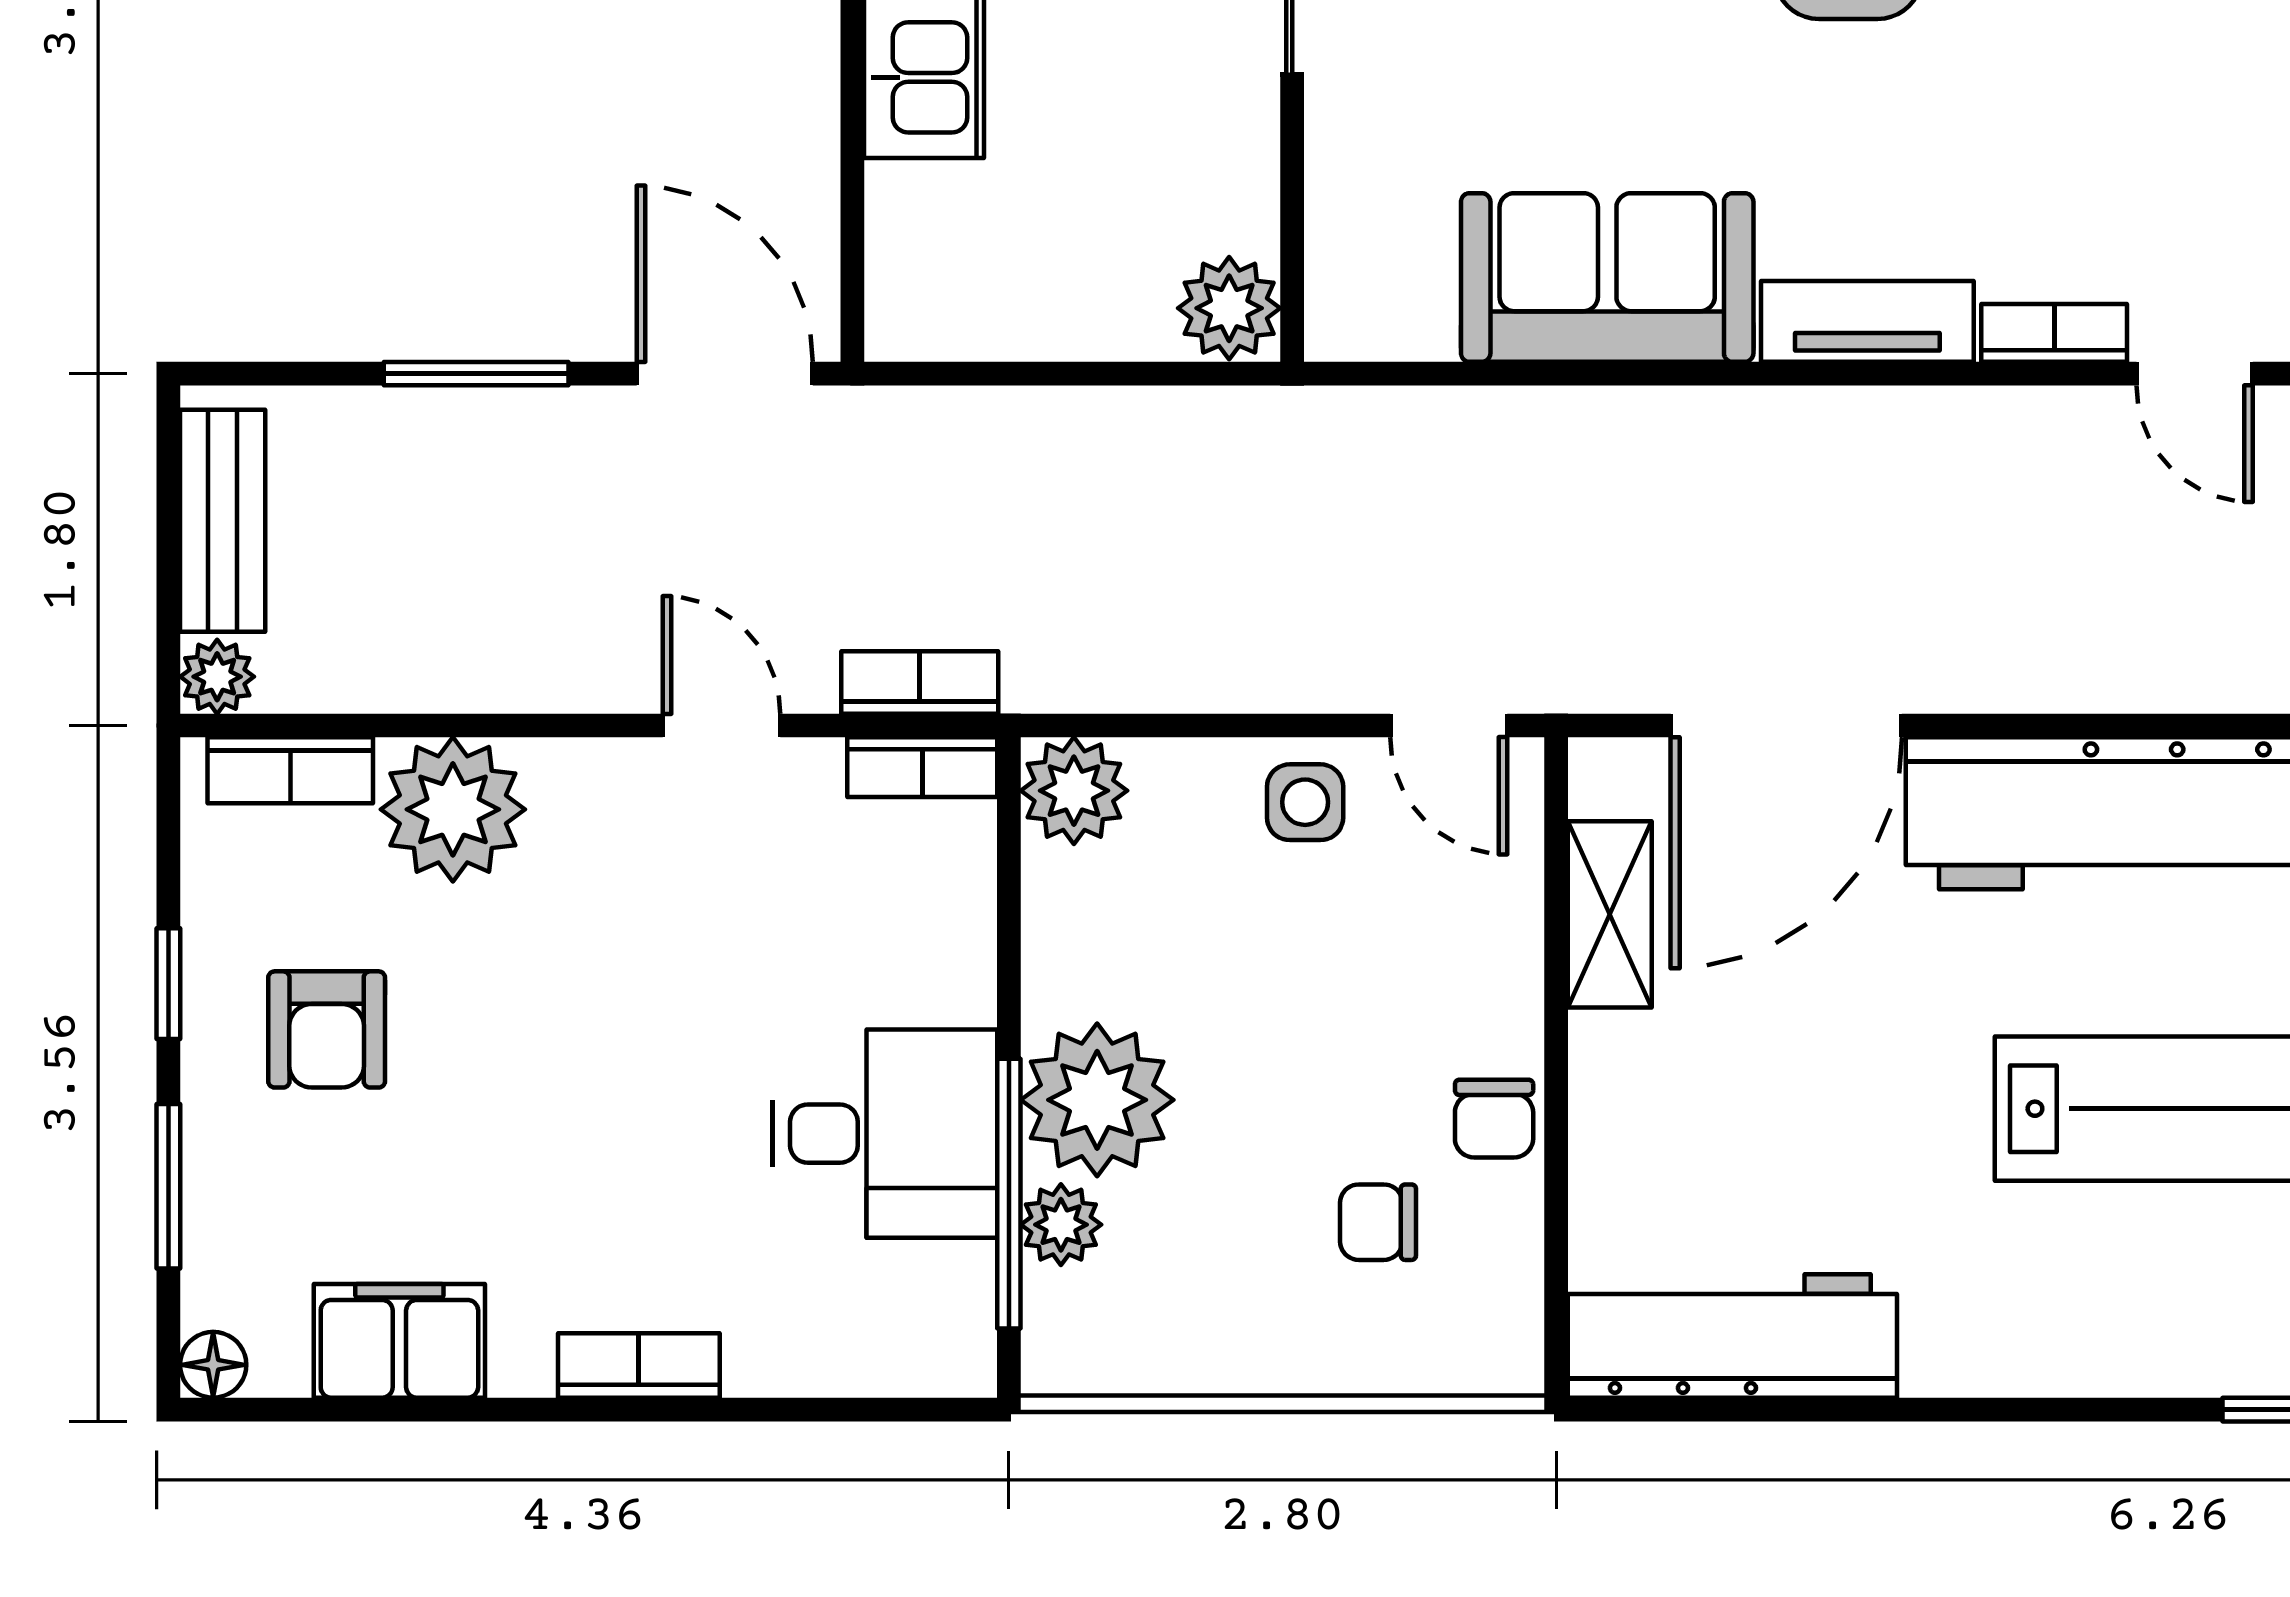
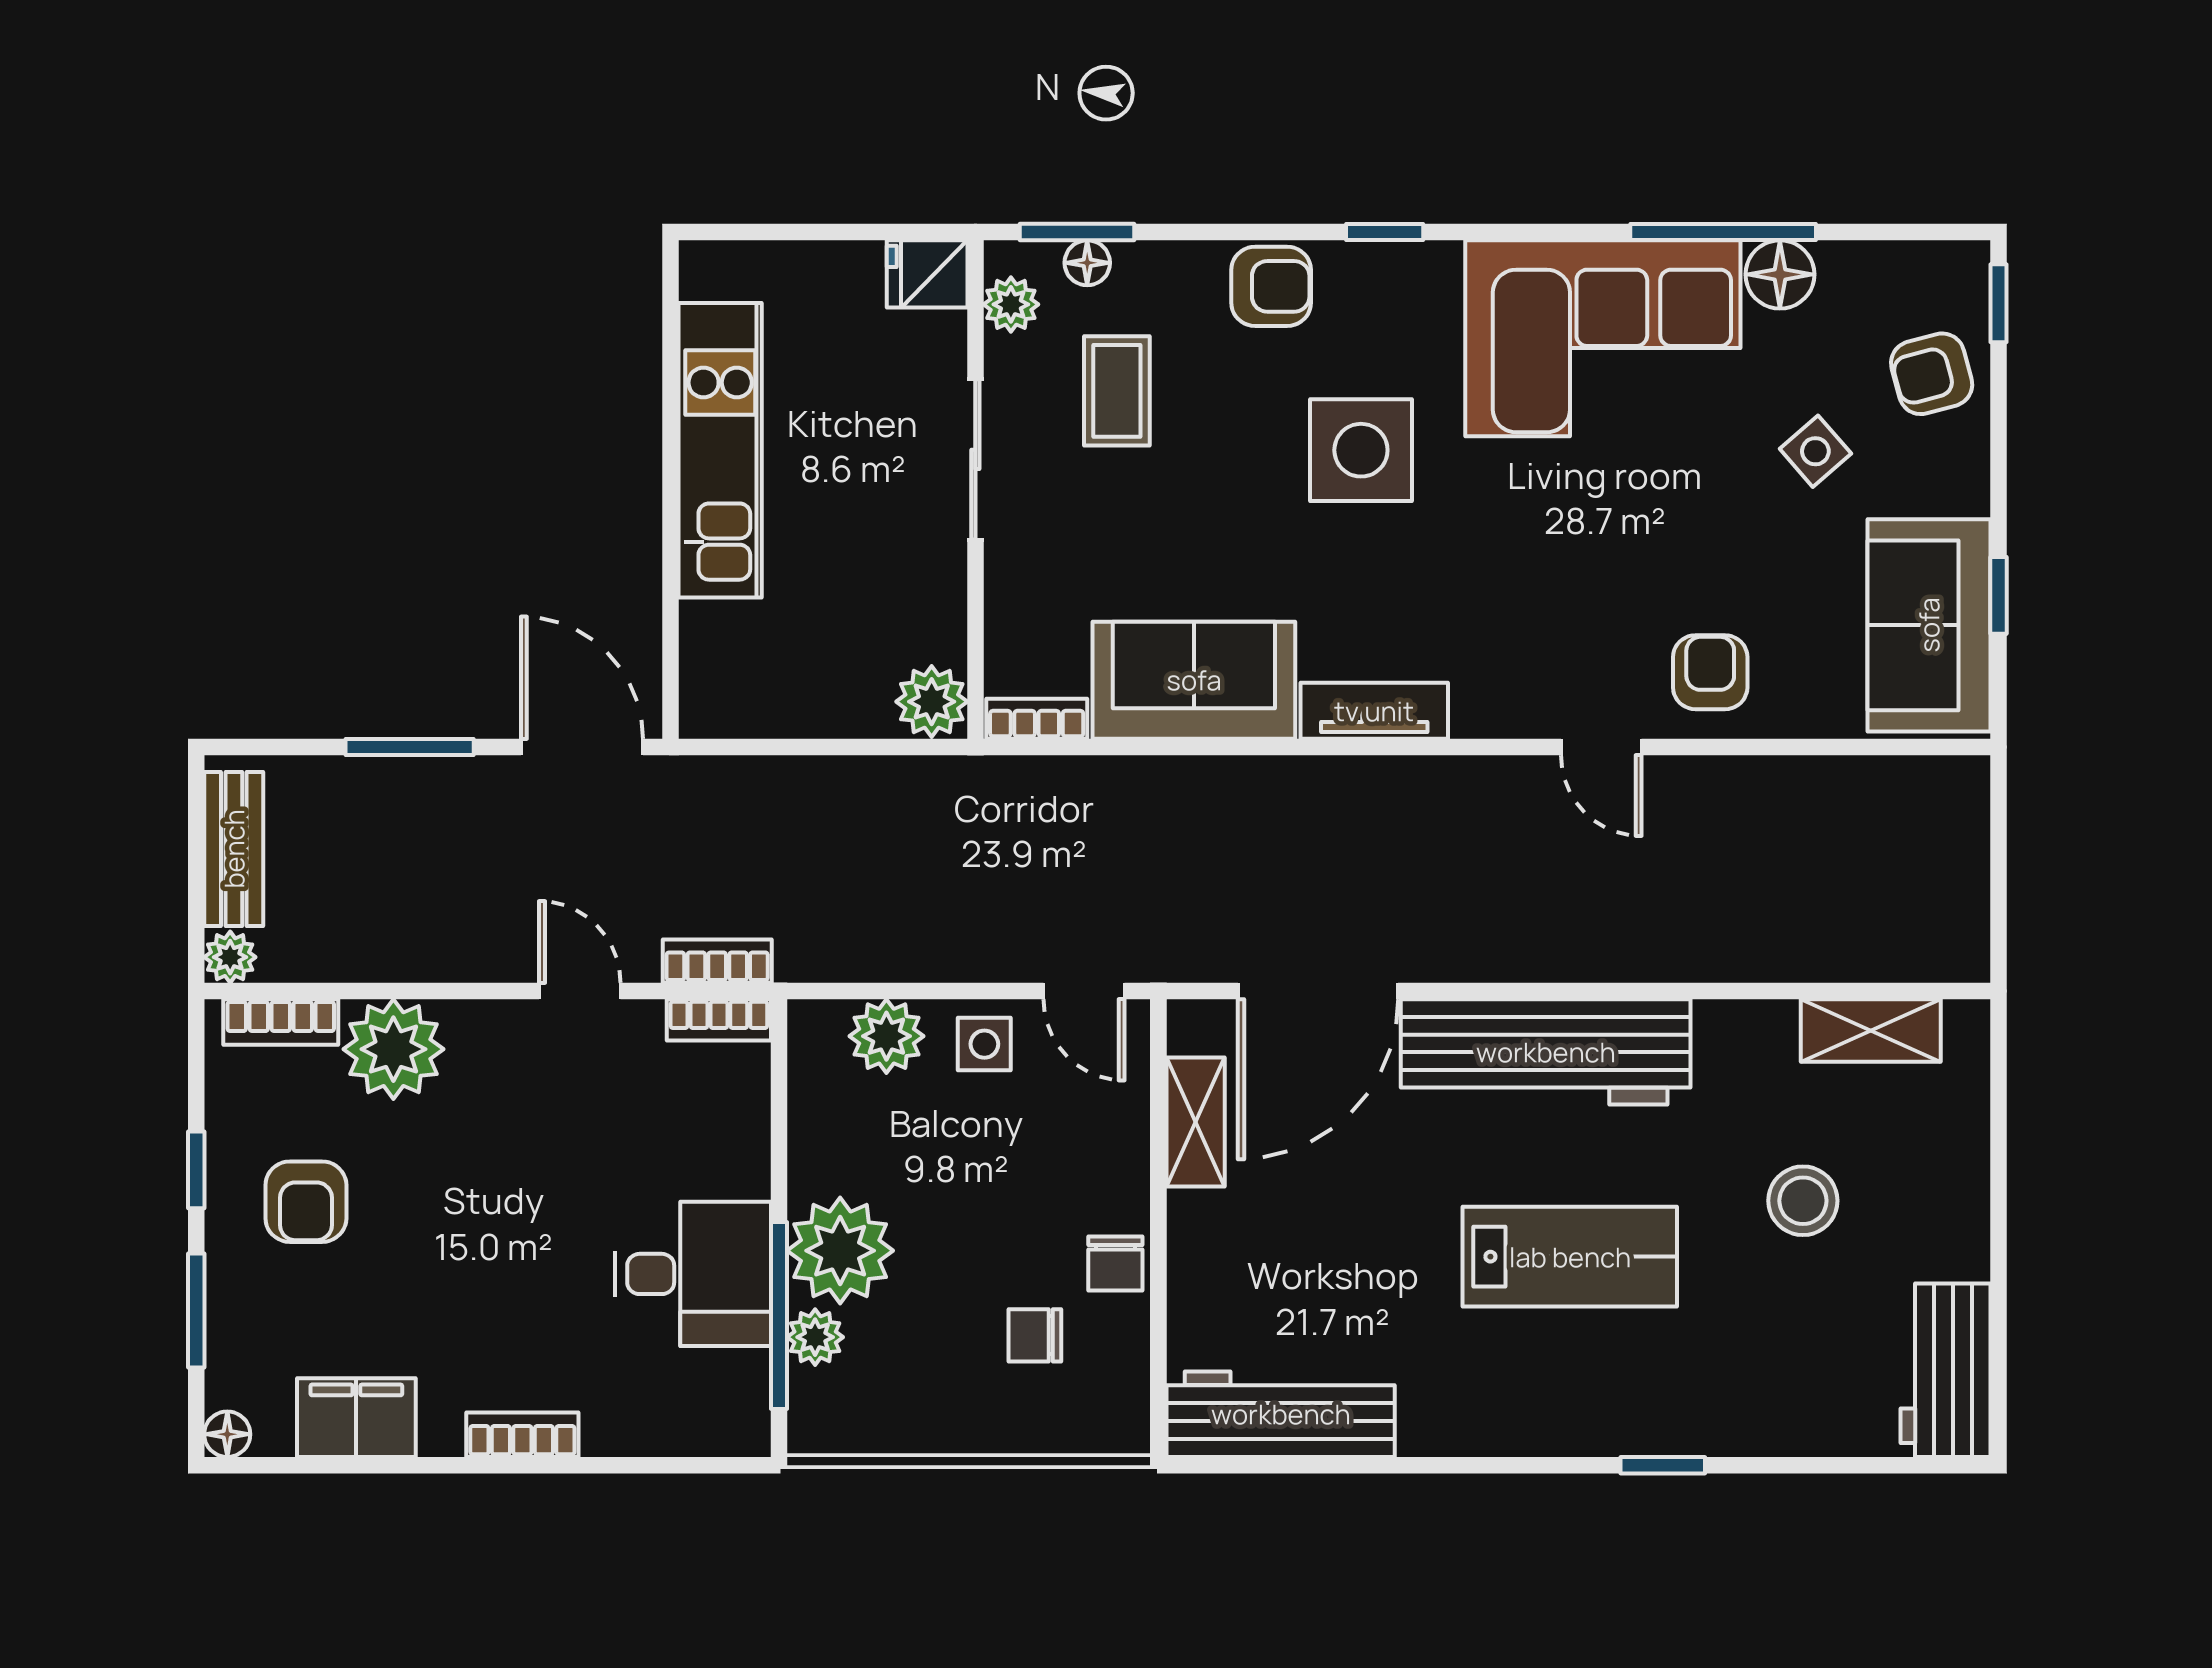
bookcase: (2054, 333) -> (1037, 719), moved
plant: (1074, 791) -> (886, 1036), moved

